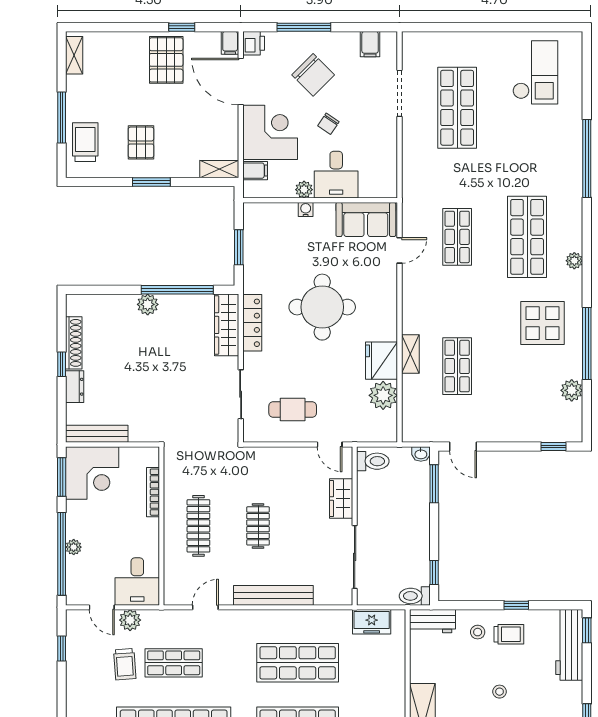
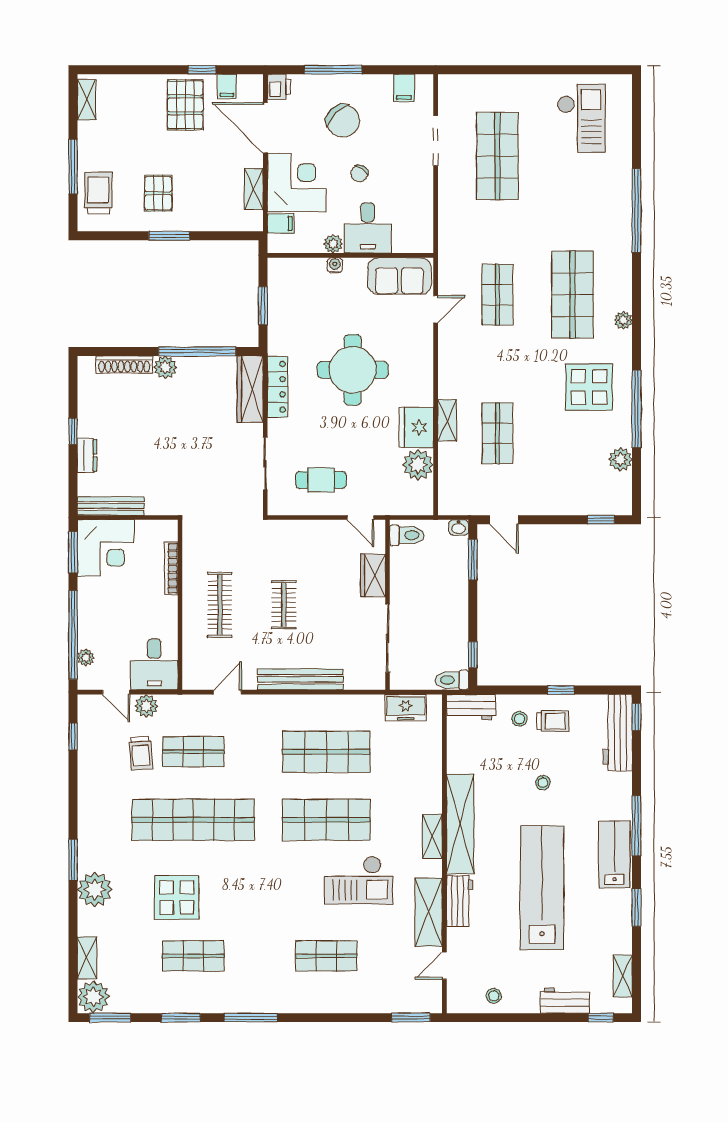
filing cabinet: (230, 43) -> (227, 86), moved
shelving: (219, 169) -> (254, 189), moved, turned 90
shoe rack: (74, 343) -> (124, 364), moved, turned 90
plant: (74, 547) -> (86, 658), moved

